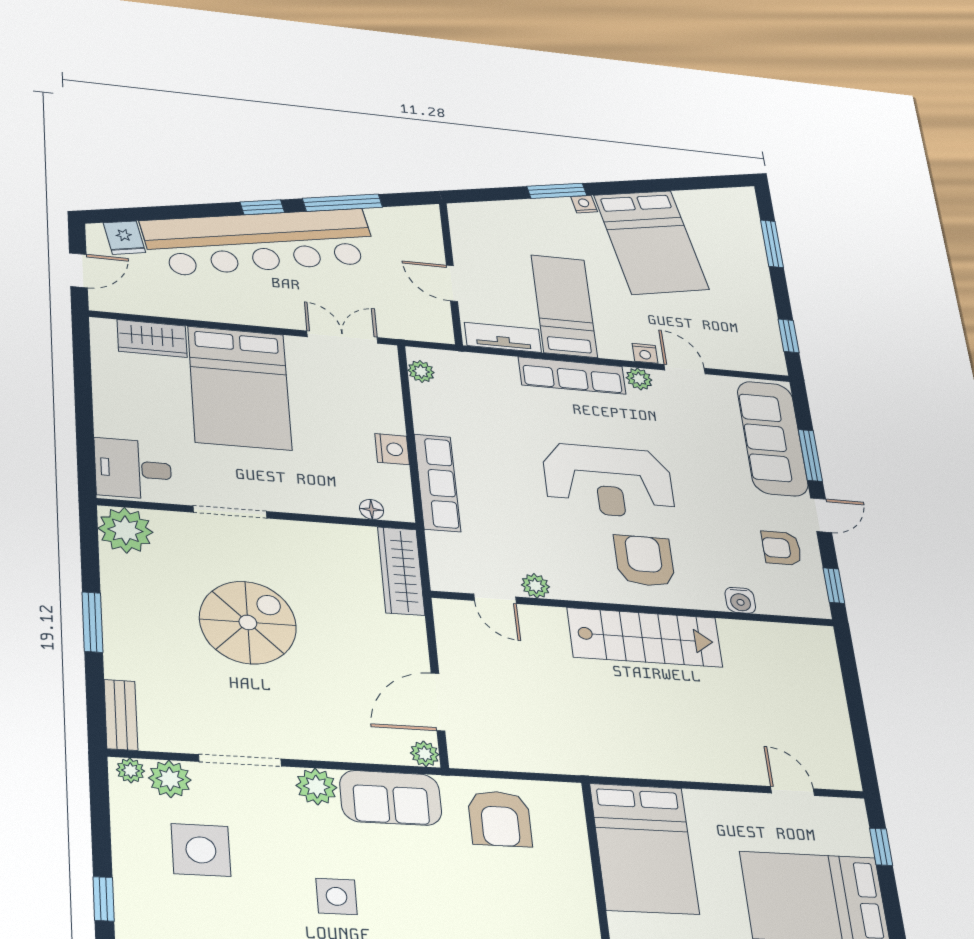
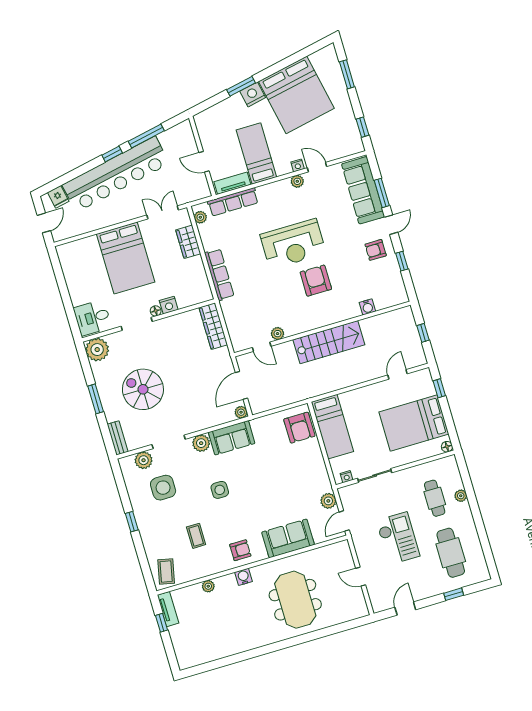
nightstand: (584, 204) -> (253, 94), width x1.89, depth x1.79
bed: (651, 242) -> (296, 95), width x1.36
wardrobe: (152, 339) -> (188, 242), moved, turned 90
row of seats: (572, 376) -> (233, 202), moved
nightstand: (392, 449) -> (169, 305), moved, turned 90
floor lamp: (372, 509) -> (156, 311), moved
plant: (536, 586) -> (278, 334), moved
door: (495, 599) -> (262, 347), moved
water cooler: (740, 600) -> (367, 307), moved
wall: (635, 609) -> (322, 329), moved
spiral stairs: (248, 622) -> (143, 389), moved, turned -90
stairs: (645, 637) -> (329, 342), moved
window: (860, 730) -> (423, 333), added
plant: (130, 770) -> (128, 462), removed
door: (792, 791) -> (397, 374), hinge flipped
armchair: (500, 819) -> (299, 428), moved
bed: (644, 849) -> (332, 427), width x0.67

